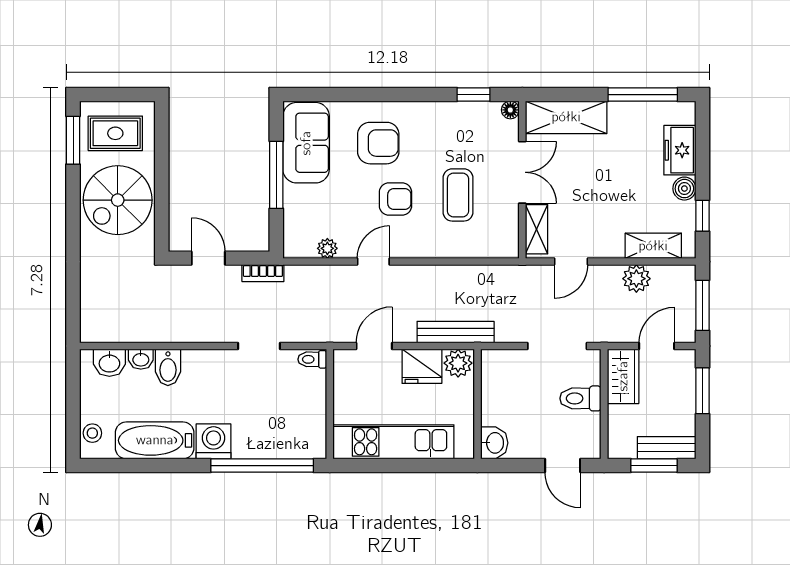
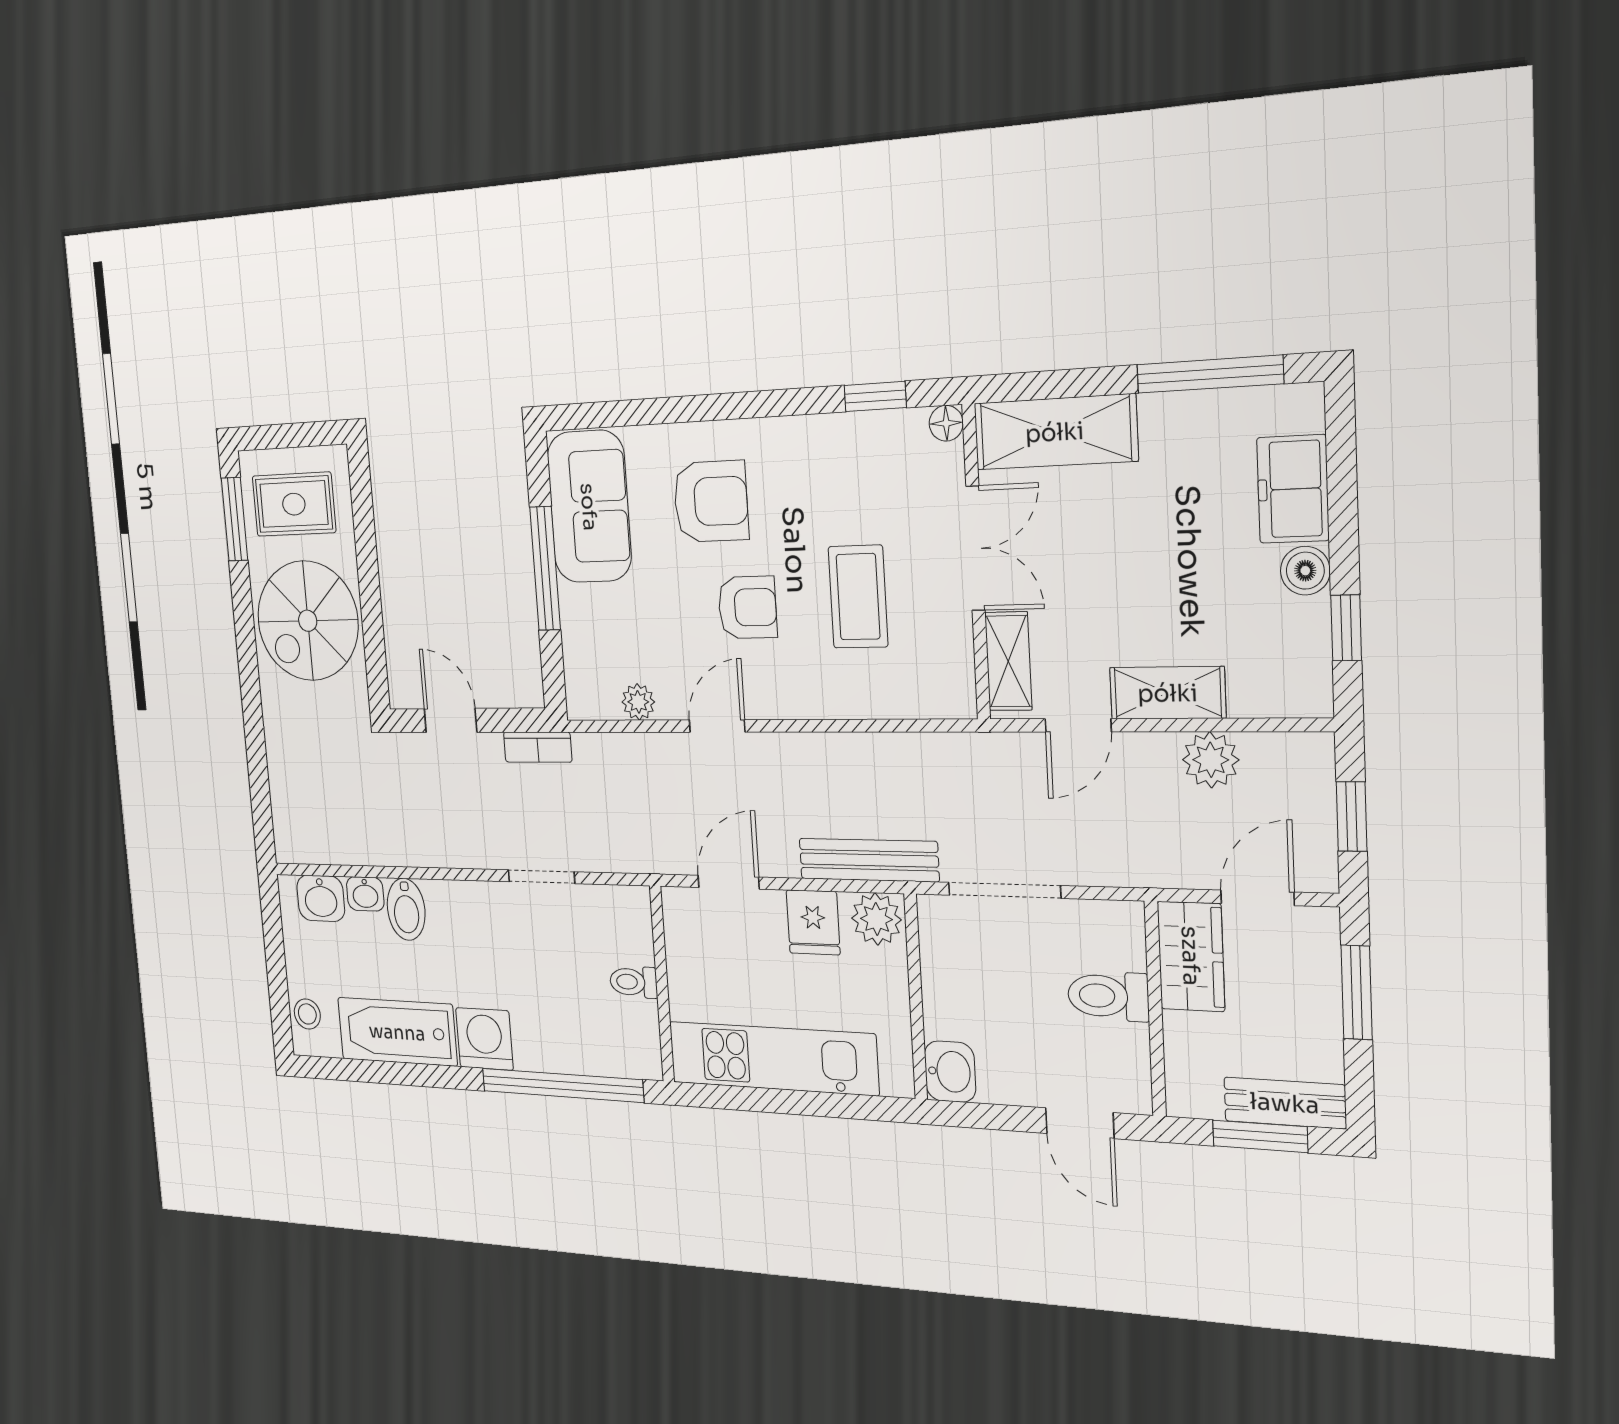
shelving: (653, 246) -> (1168, 693), moved
window: (703, 305) -> (1352, 817), width x0.67
doorway: (557, 346) -> (1004, 890), moved
toilet: (312, 359) -> (633, 982), moved
fridge: (422, 366) -> (813, 922), width x0.72

